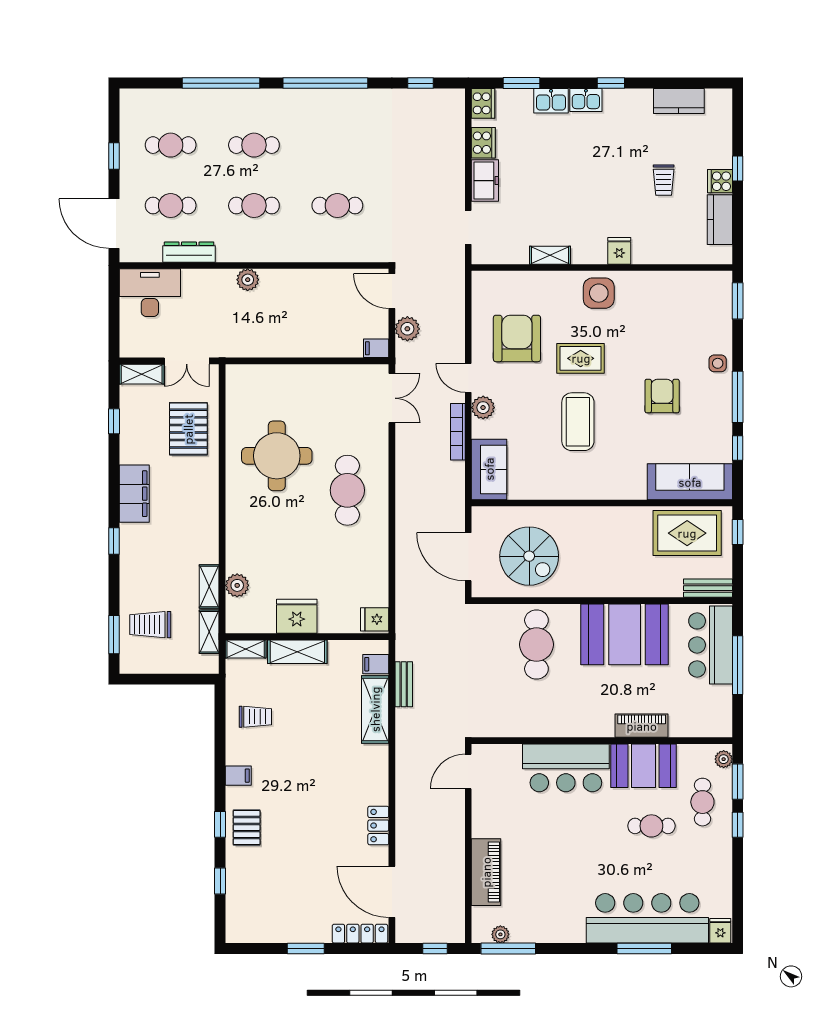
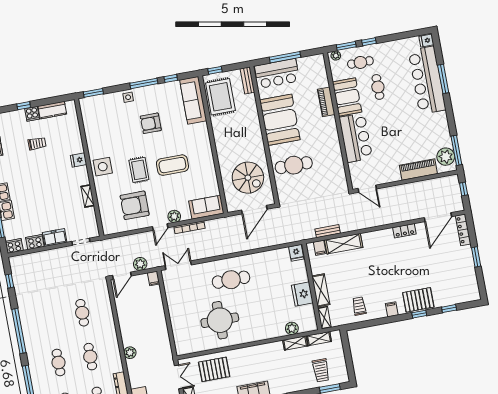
spiral stairs: (529, 556) -> (248, 178), turned 90
pallet: (247, 828) -> (418, 300), width x1.50, depth x1.42
plant: (500, 934) -> (446, 157), width x1.87, depth x1.87

